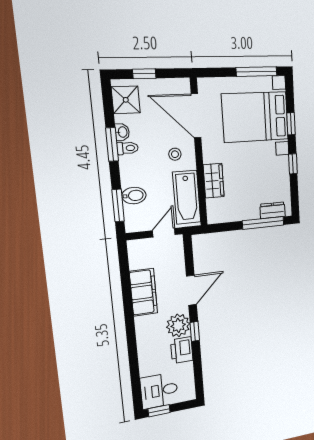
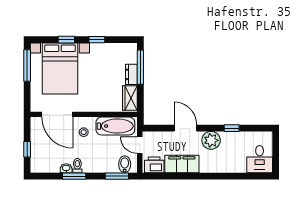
shower: (126, 100) -> (44, 164), removed
door: (196, 116) -> (57, 114), hinge flipped
wardrobe: (214, 181) -> (130, 98), moved, turned -90
bidet: (134, 196) -> (125, 164), moved
dresser: (273, 210) -> (131, 74), moved
window: (195, 331) -> (232, 128), moved
printer: (182, 350) -> (154, 165), moved, turned 180
window: (159, 411) -> (276, 161), removed

